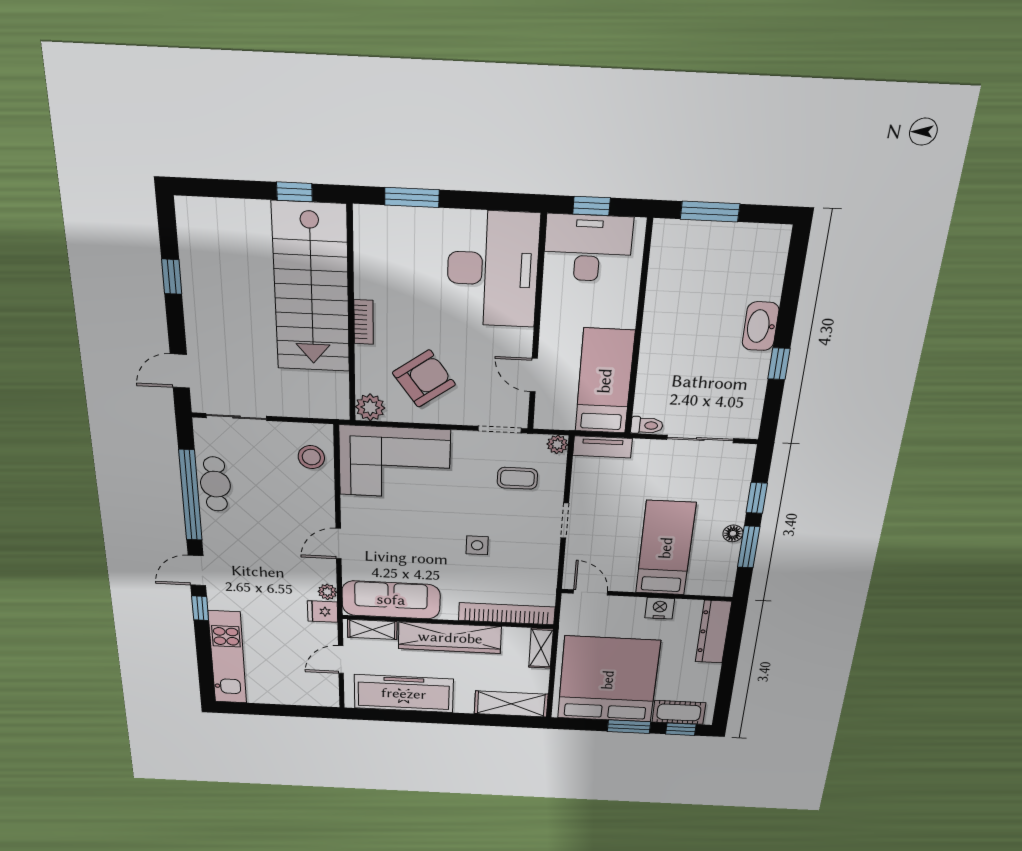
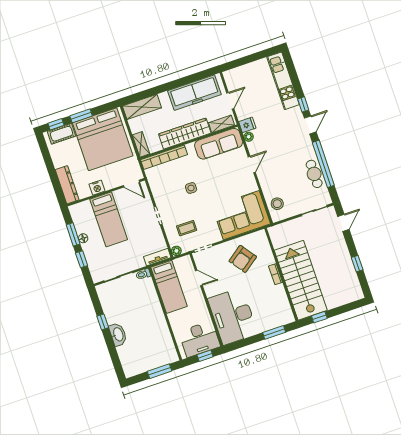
plant: (370, 407) -> (260, 237), removed

